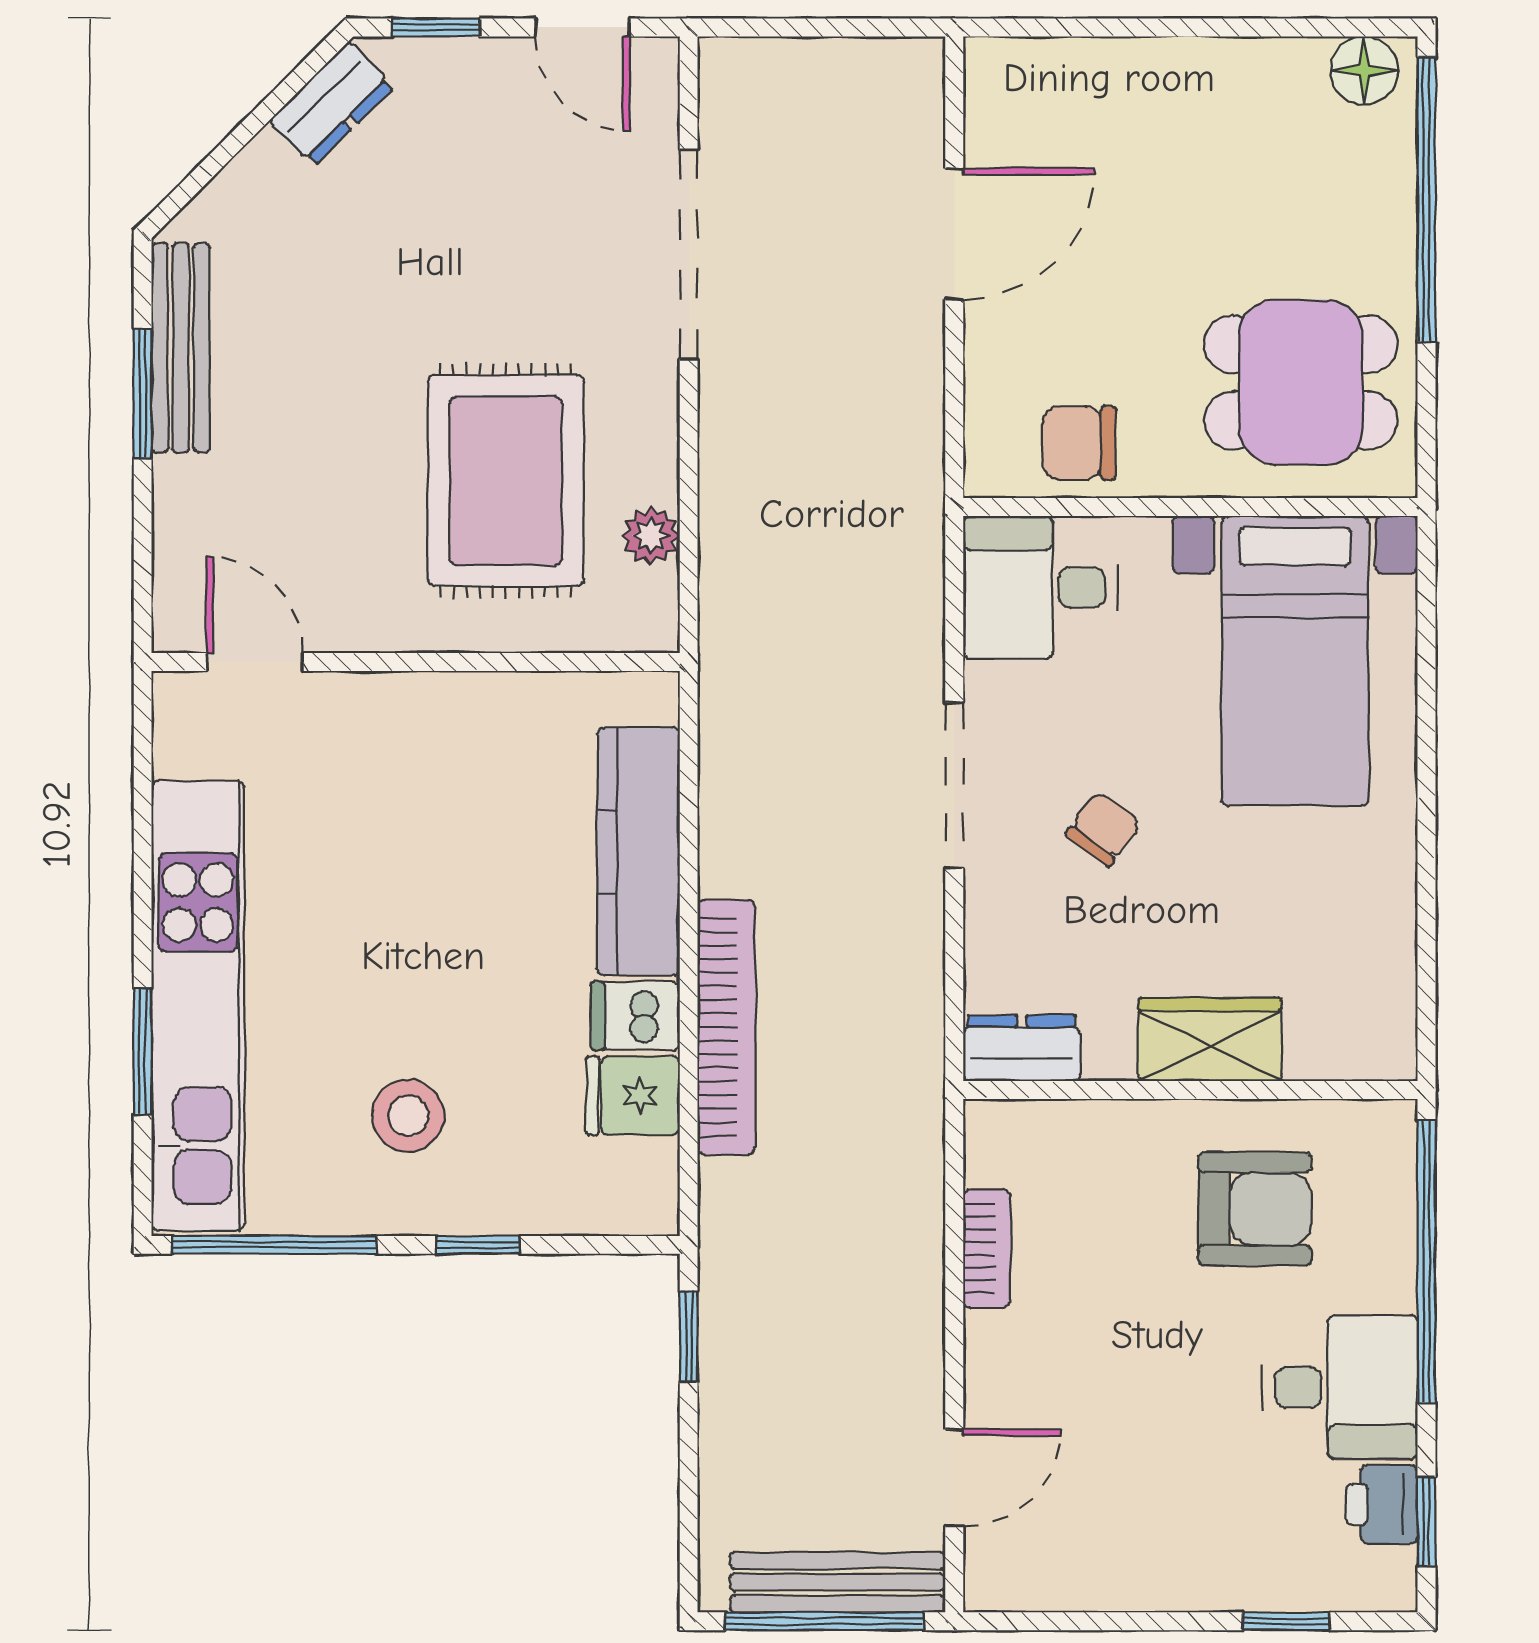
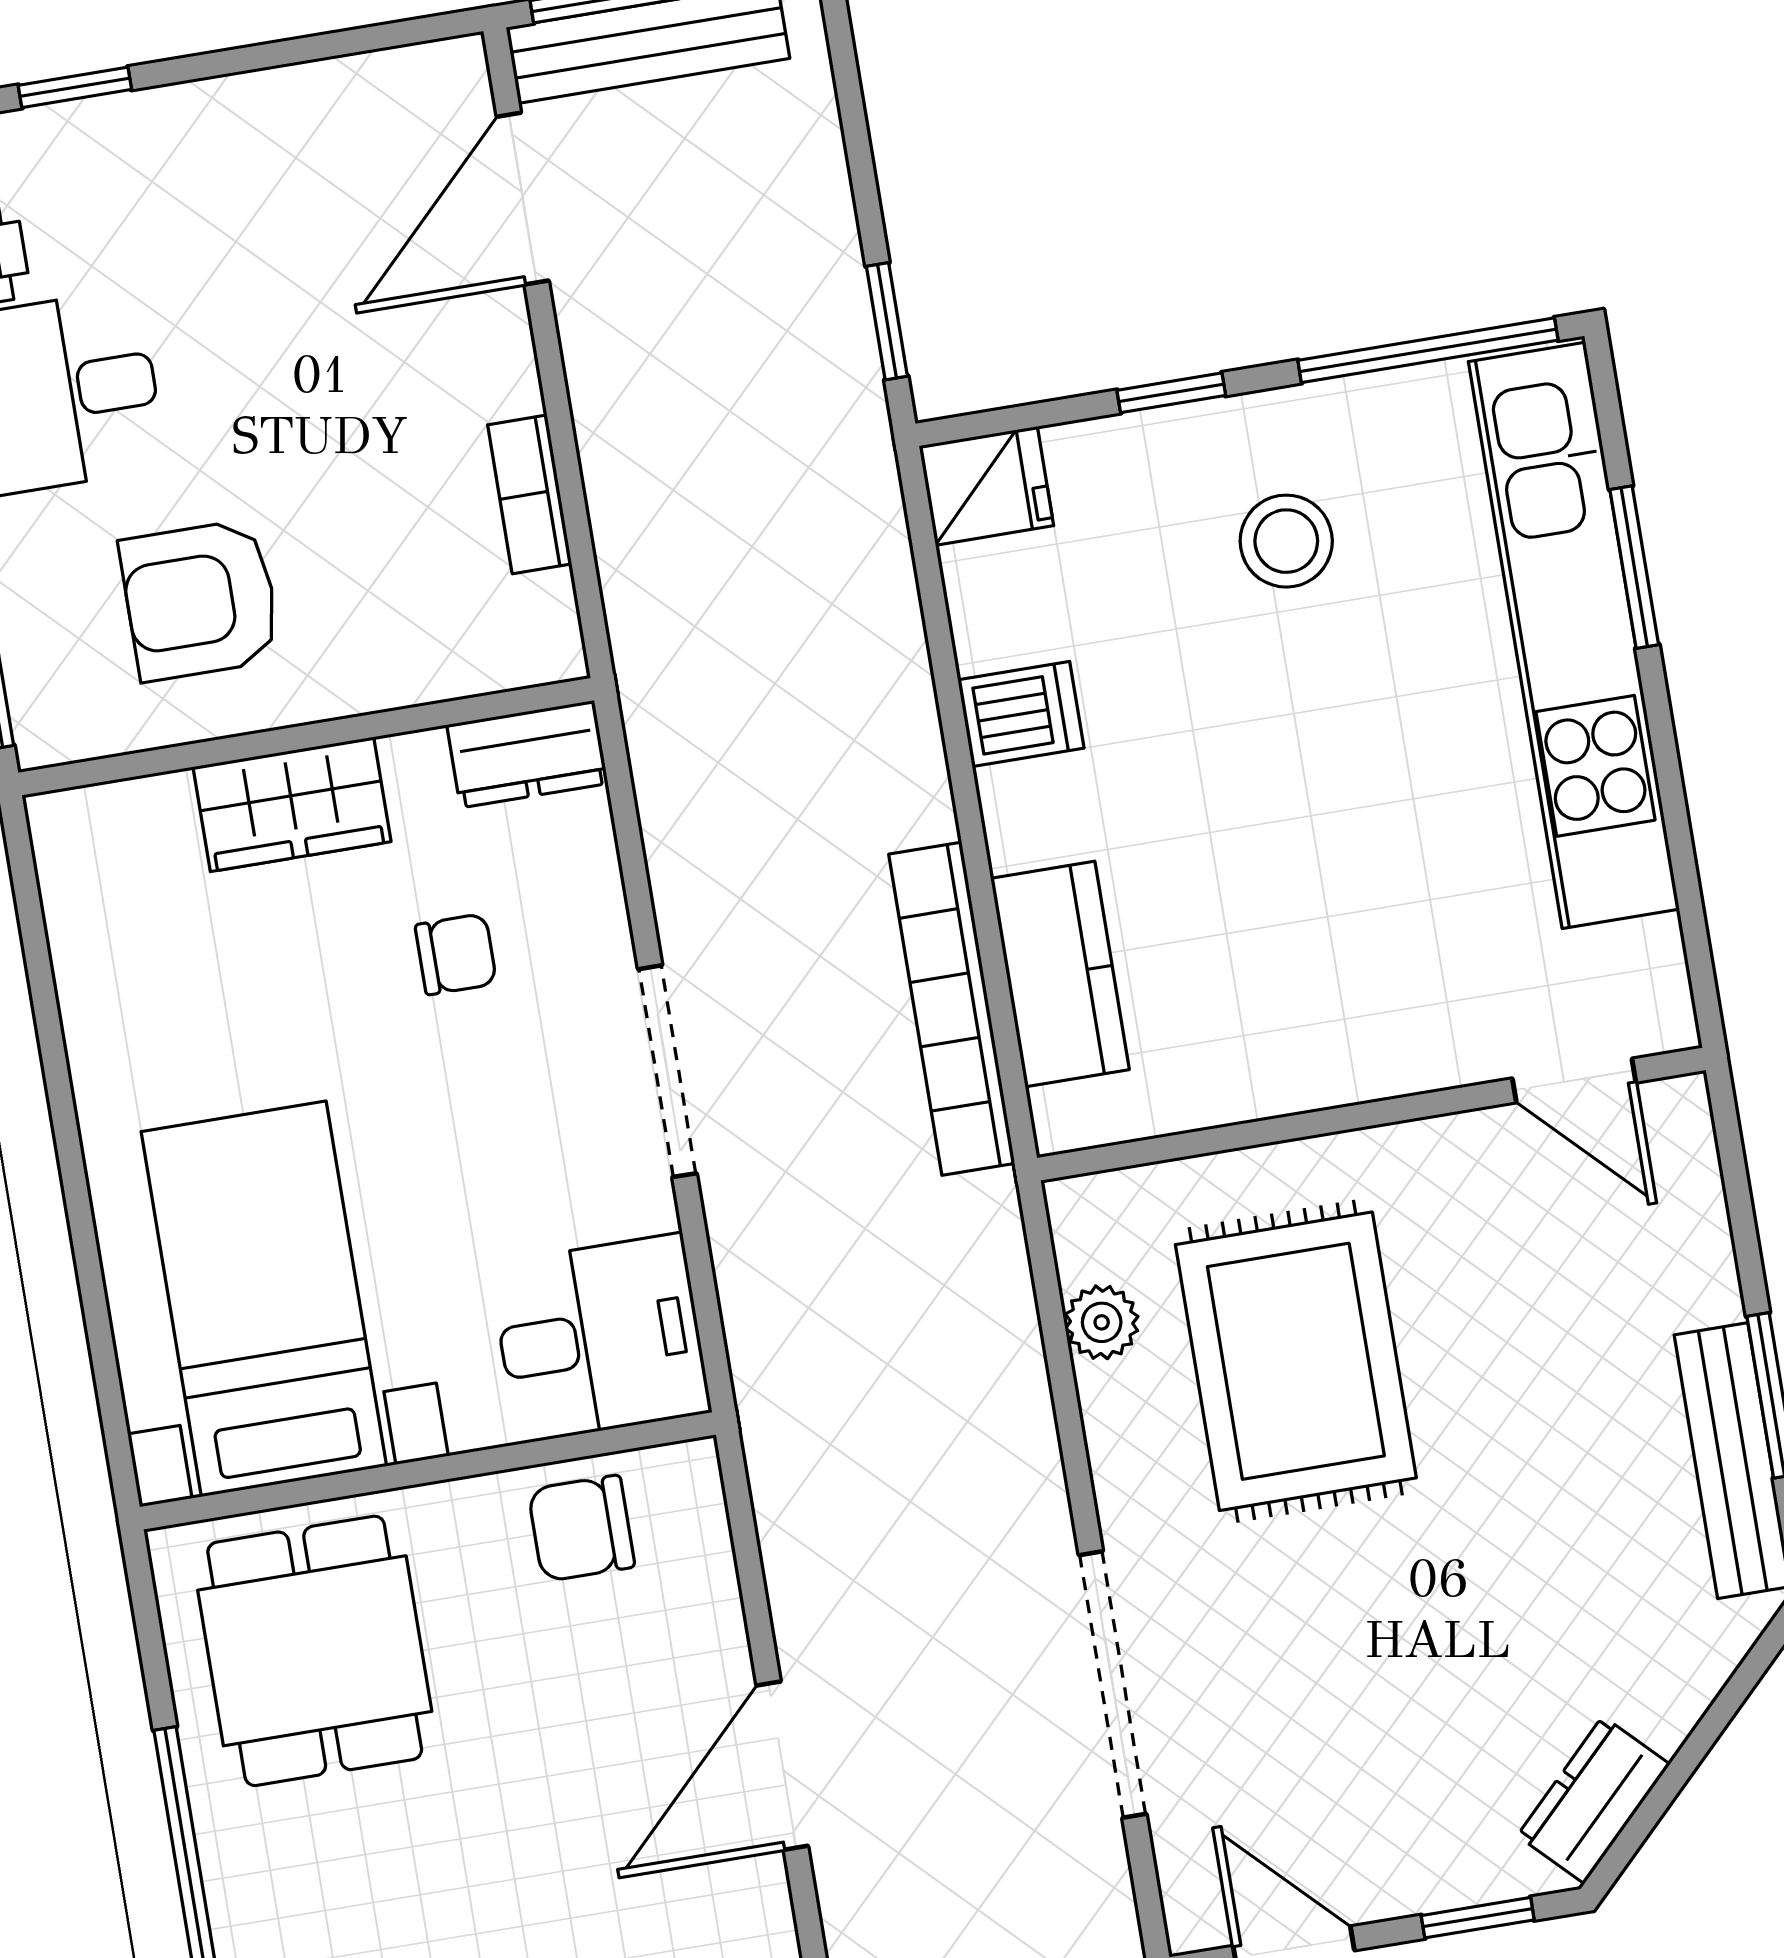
dining table: (1301, 382) -> (315, 1651), turned 90
chair: (1079, 443) -> (581, 1528), turned 180
chair: (1103, 829) -> (456, 954), moved, turned -127
kitchen counter: (638, 851) -> (1060, 974), width x0.67
bookcase: (726, 1027) -> (952, 1009), moved
fridge: (633, 1096) -> (986, 486), moved
door: (954, 1478) -> (523, 199), width x1.38

